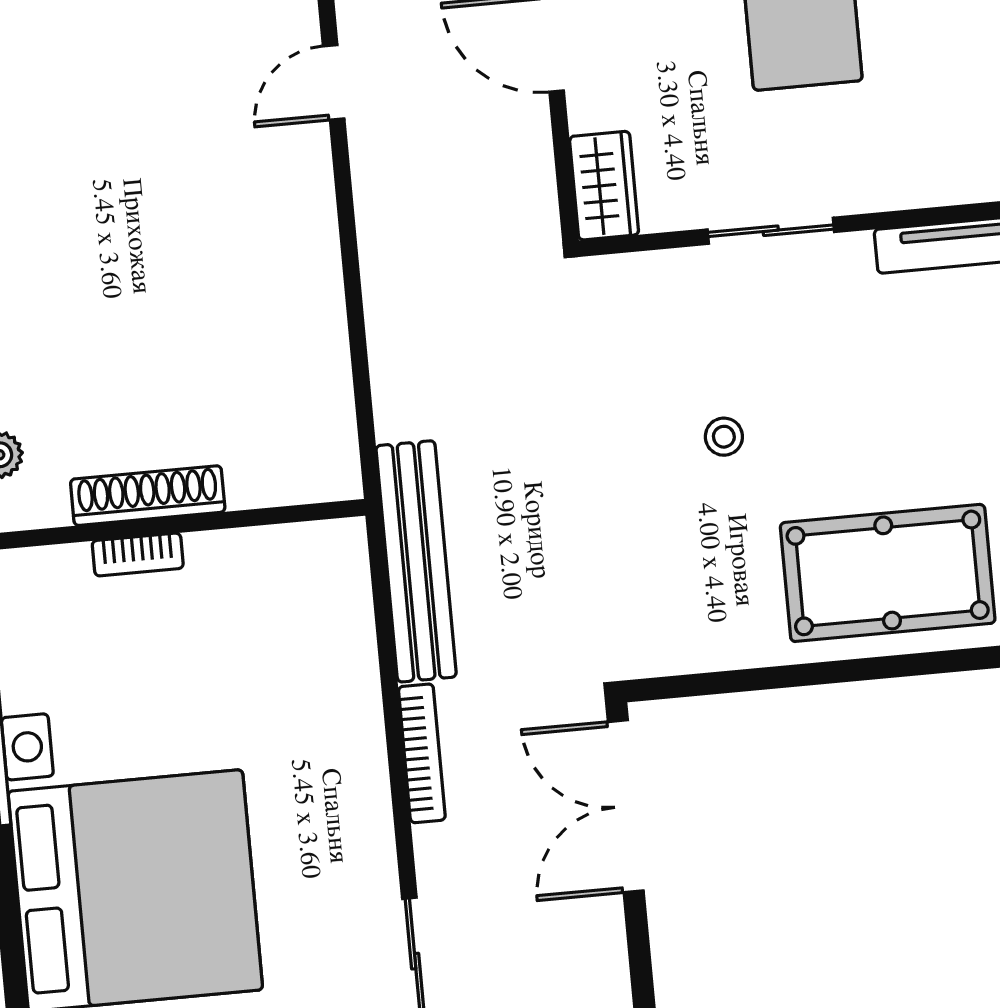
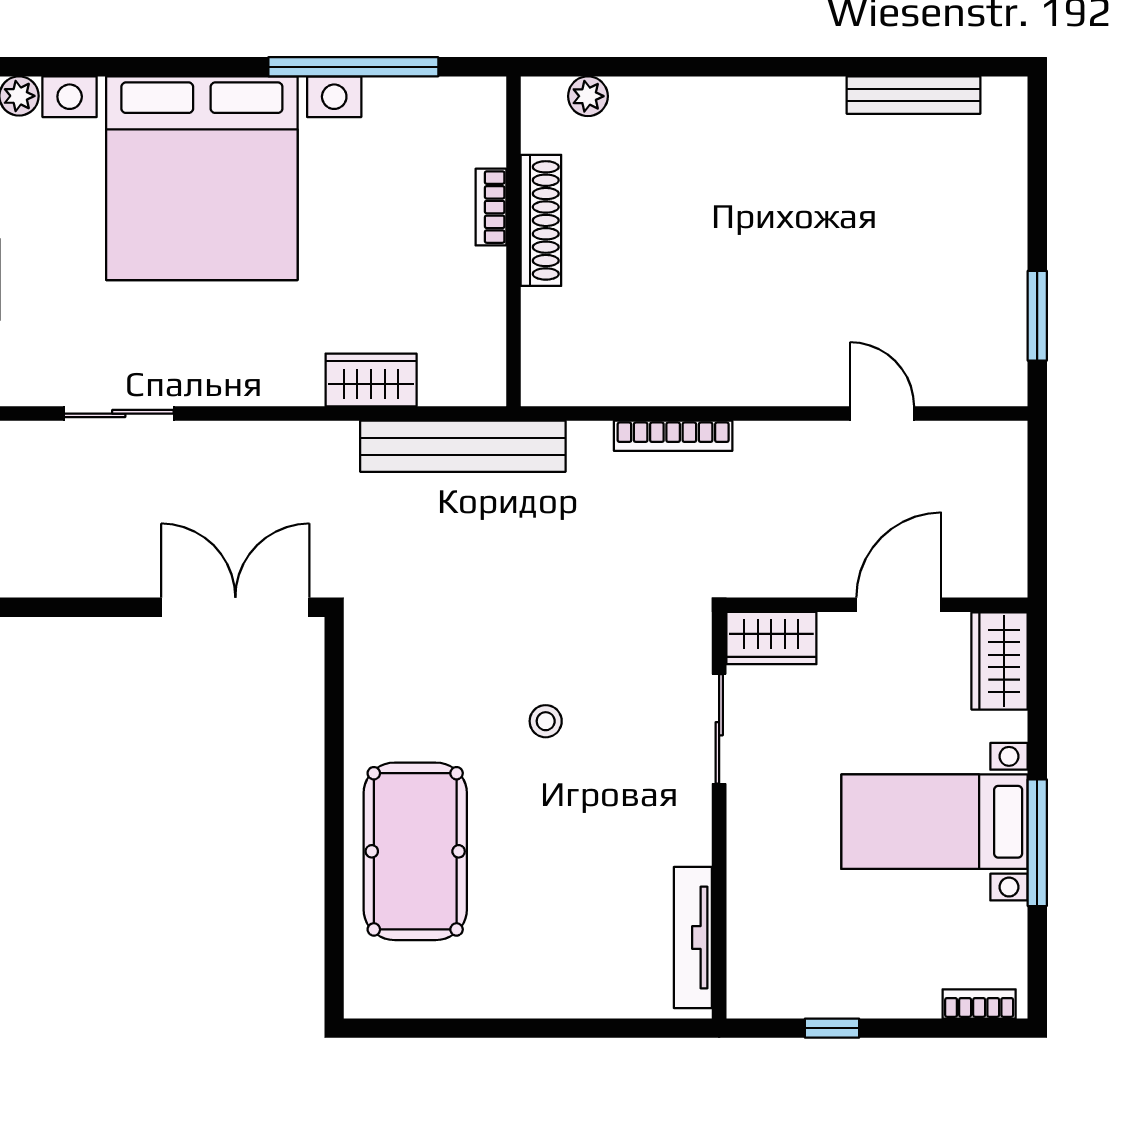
sliding door: (771, 231) -> (719, 729), moved
wardrobe: (350, 674) -> (371, 380), added
bookcase: (422, 753) -> (673, 436), moved

